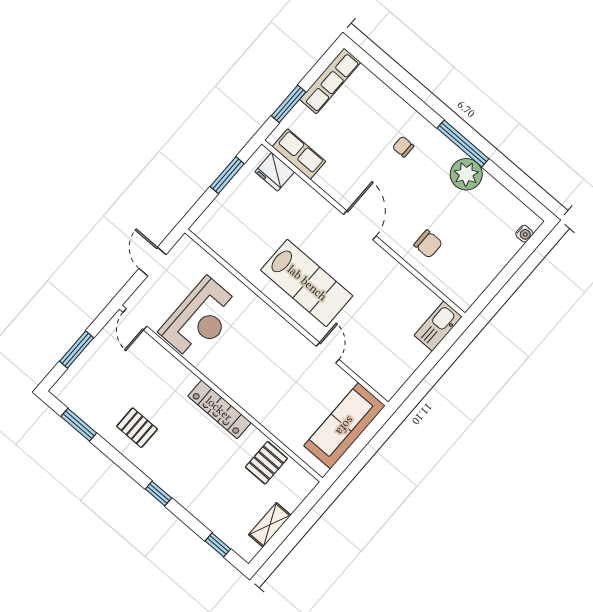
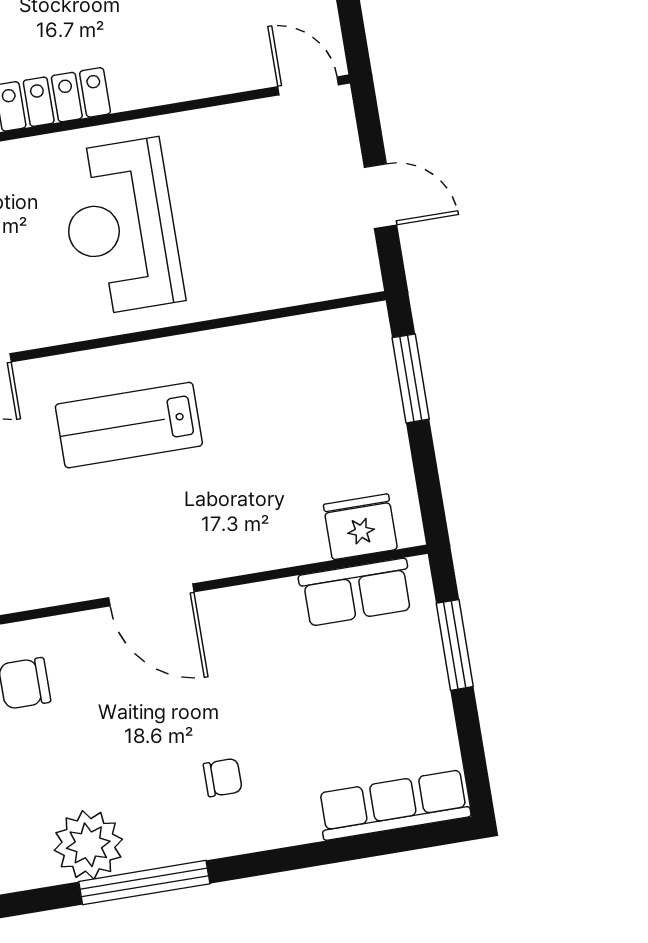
row of seats: (330, 81) -> (394, 805), moved, turned 90
window: (227, 175) -> (411, 378), moved
lab bench: (307, 283) -> (129, 425), width x0.73, depth x0.72
reception desk: (200, 319) -> (121, 227), moved

